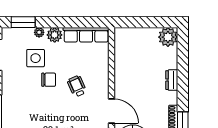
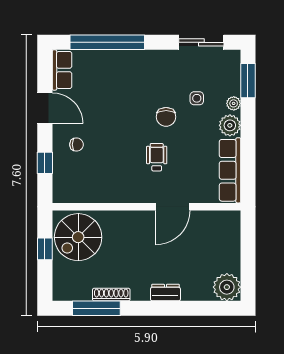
side table: (36, 58) -> (197, 98), width x0.54, depth x0.54
wheelchair: (77, 86) -> (157, 157), turned -66
door: (112, 111) -> (173, 207), moved

